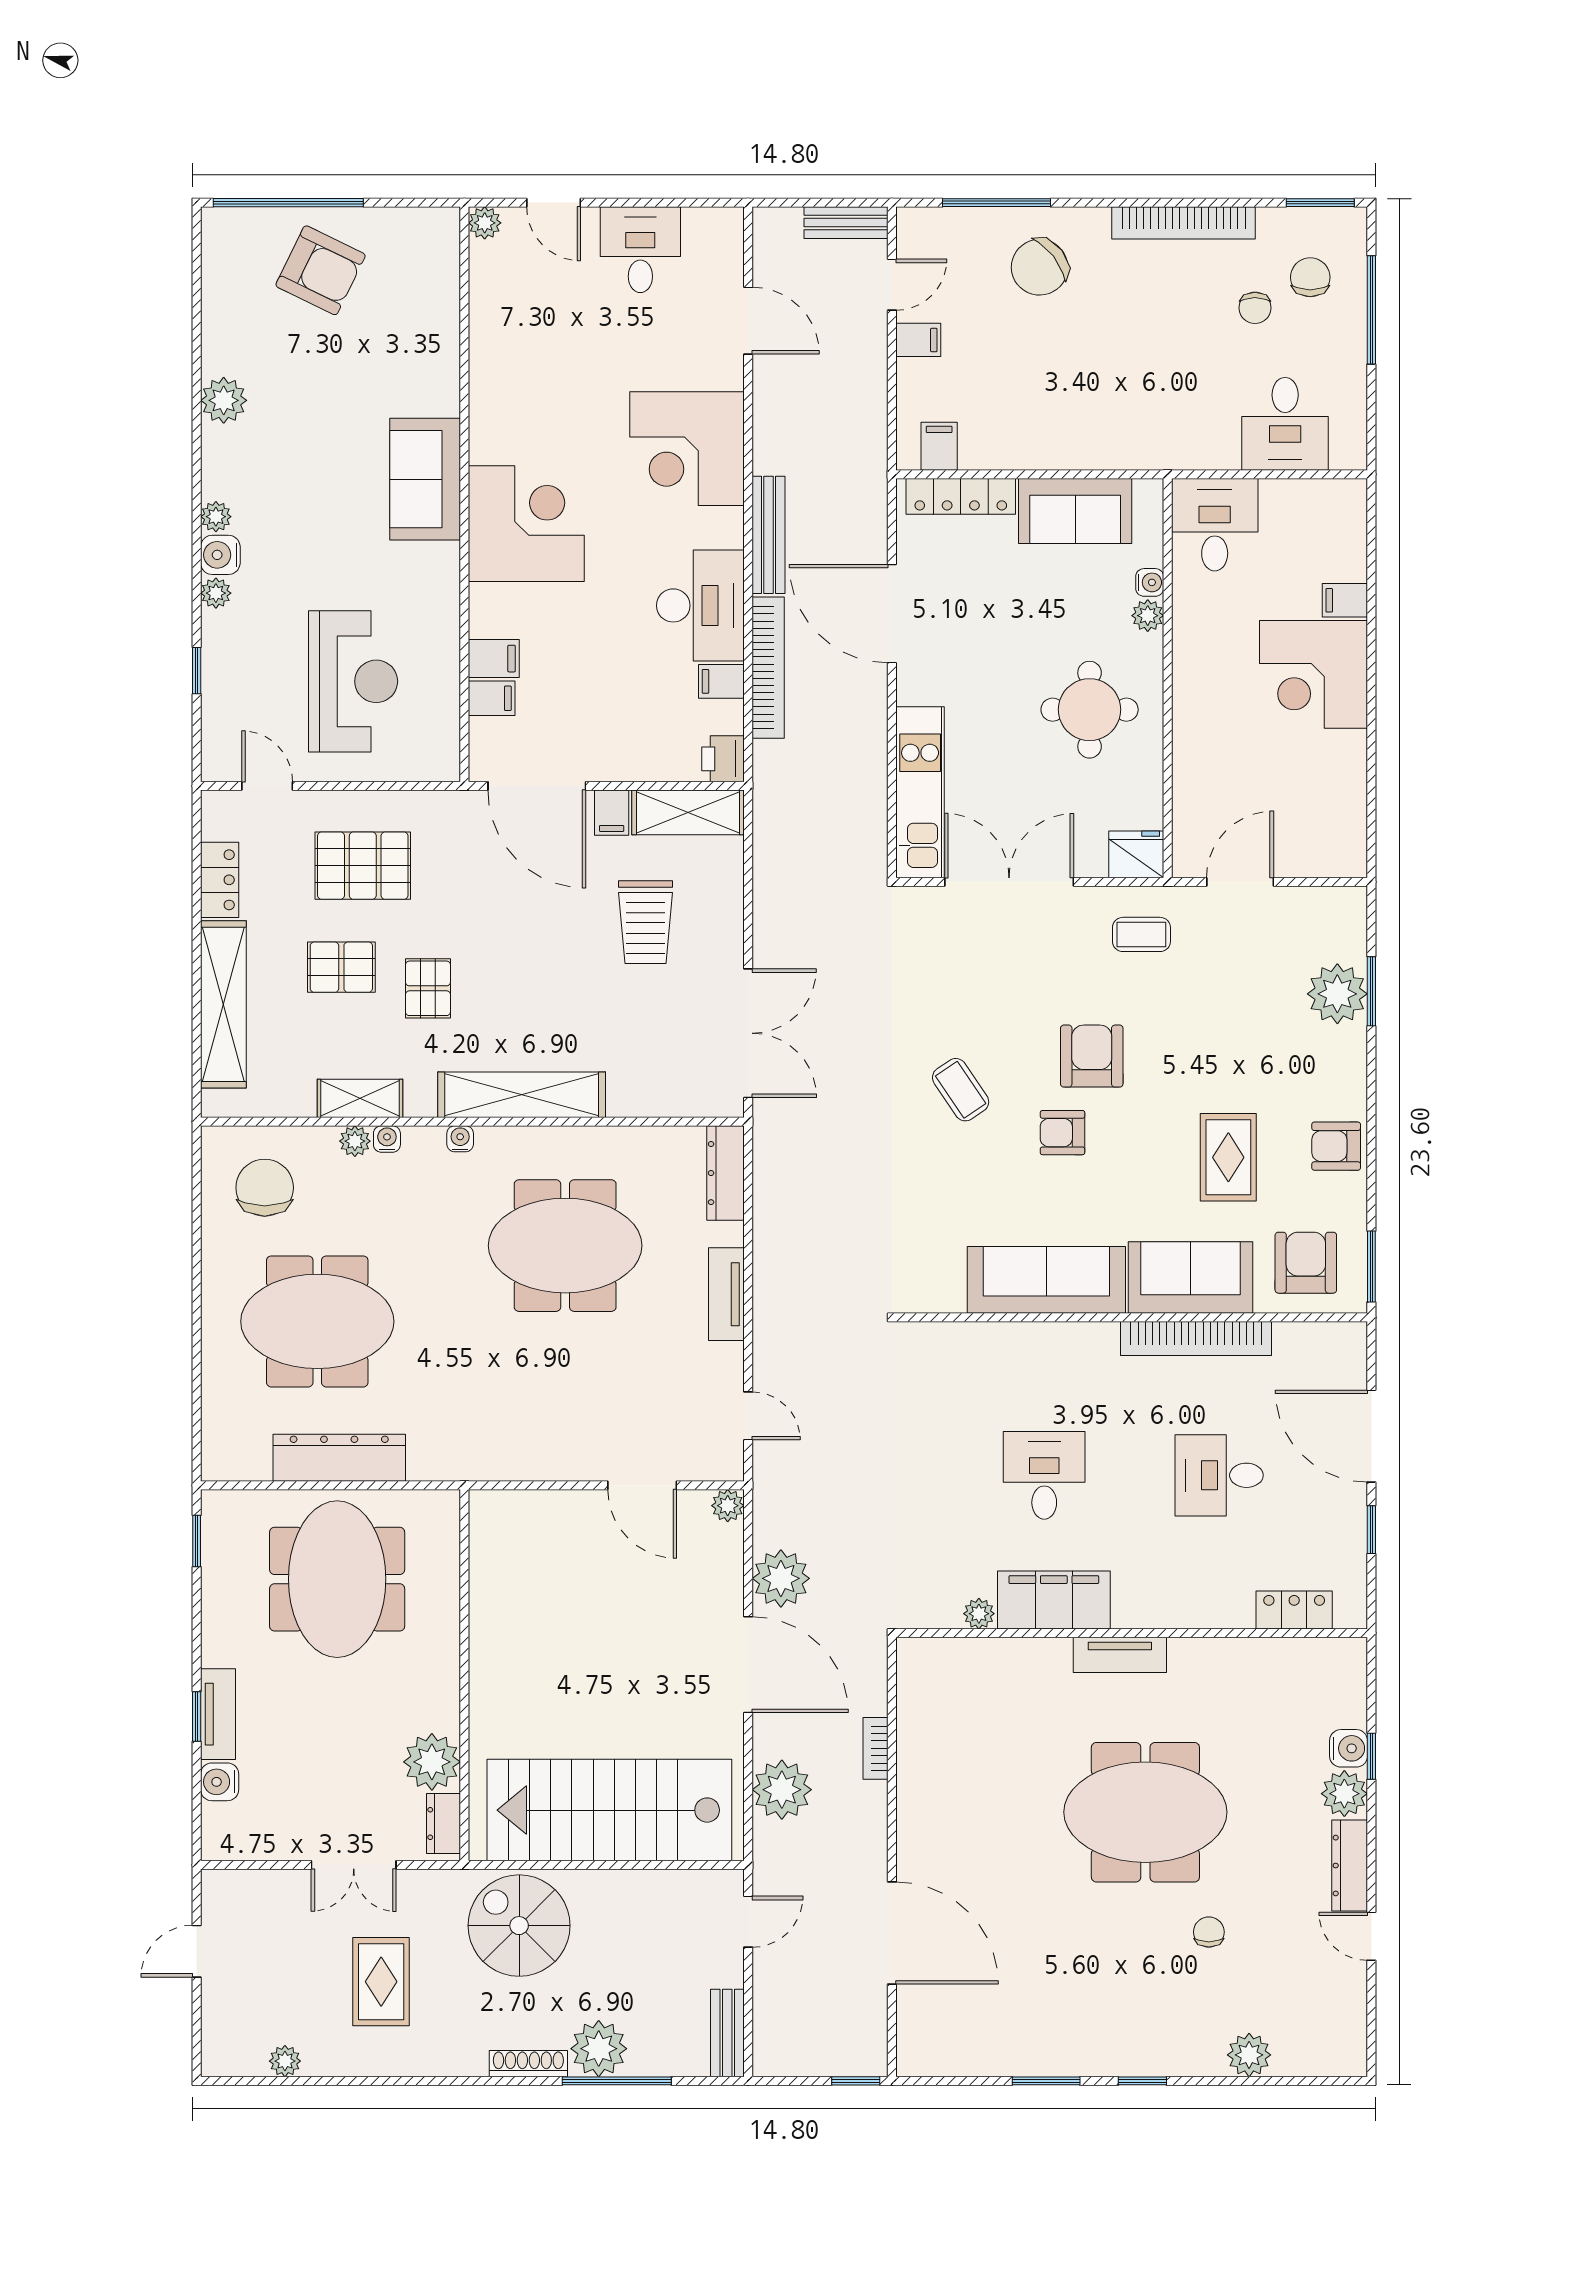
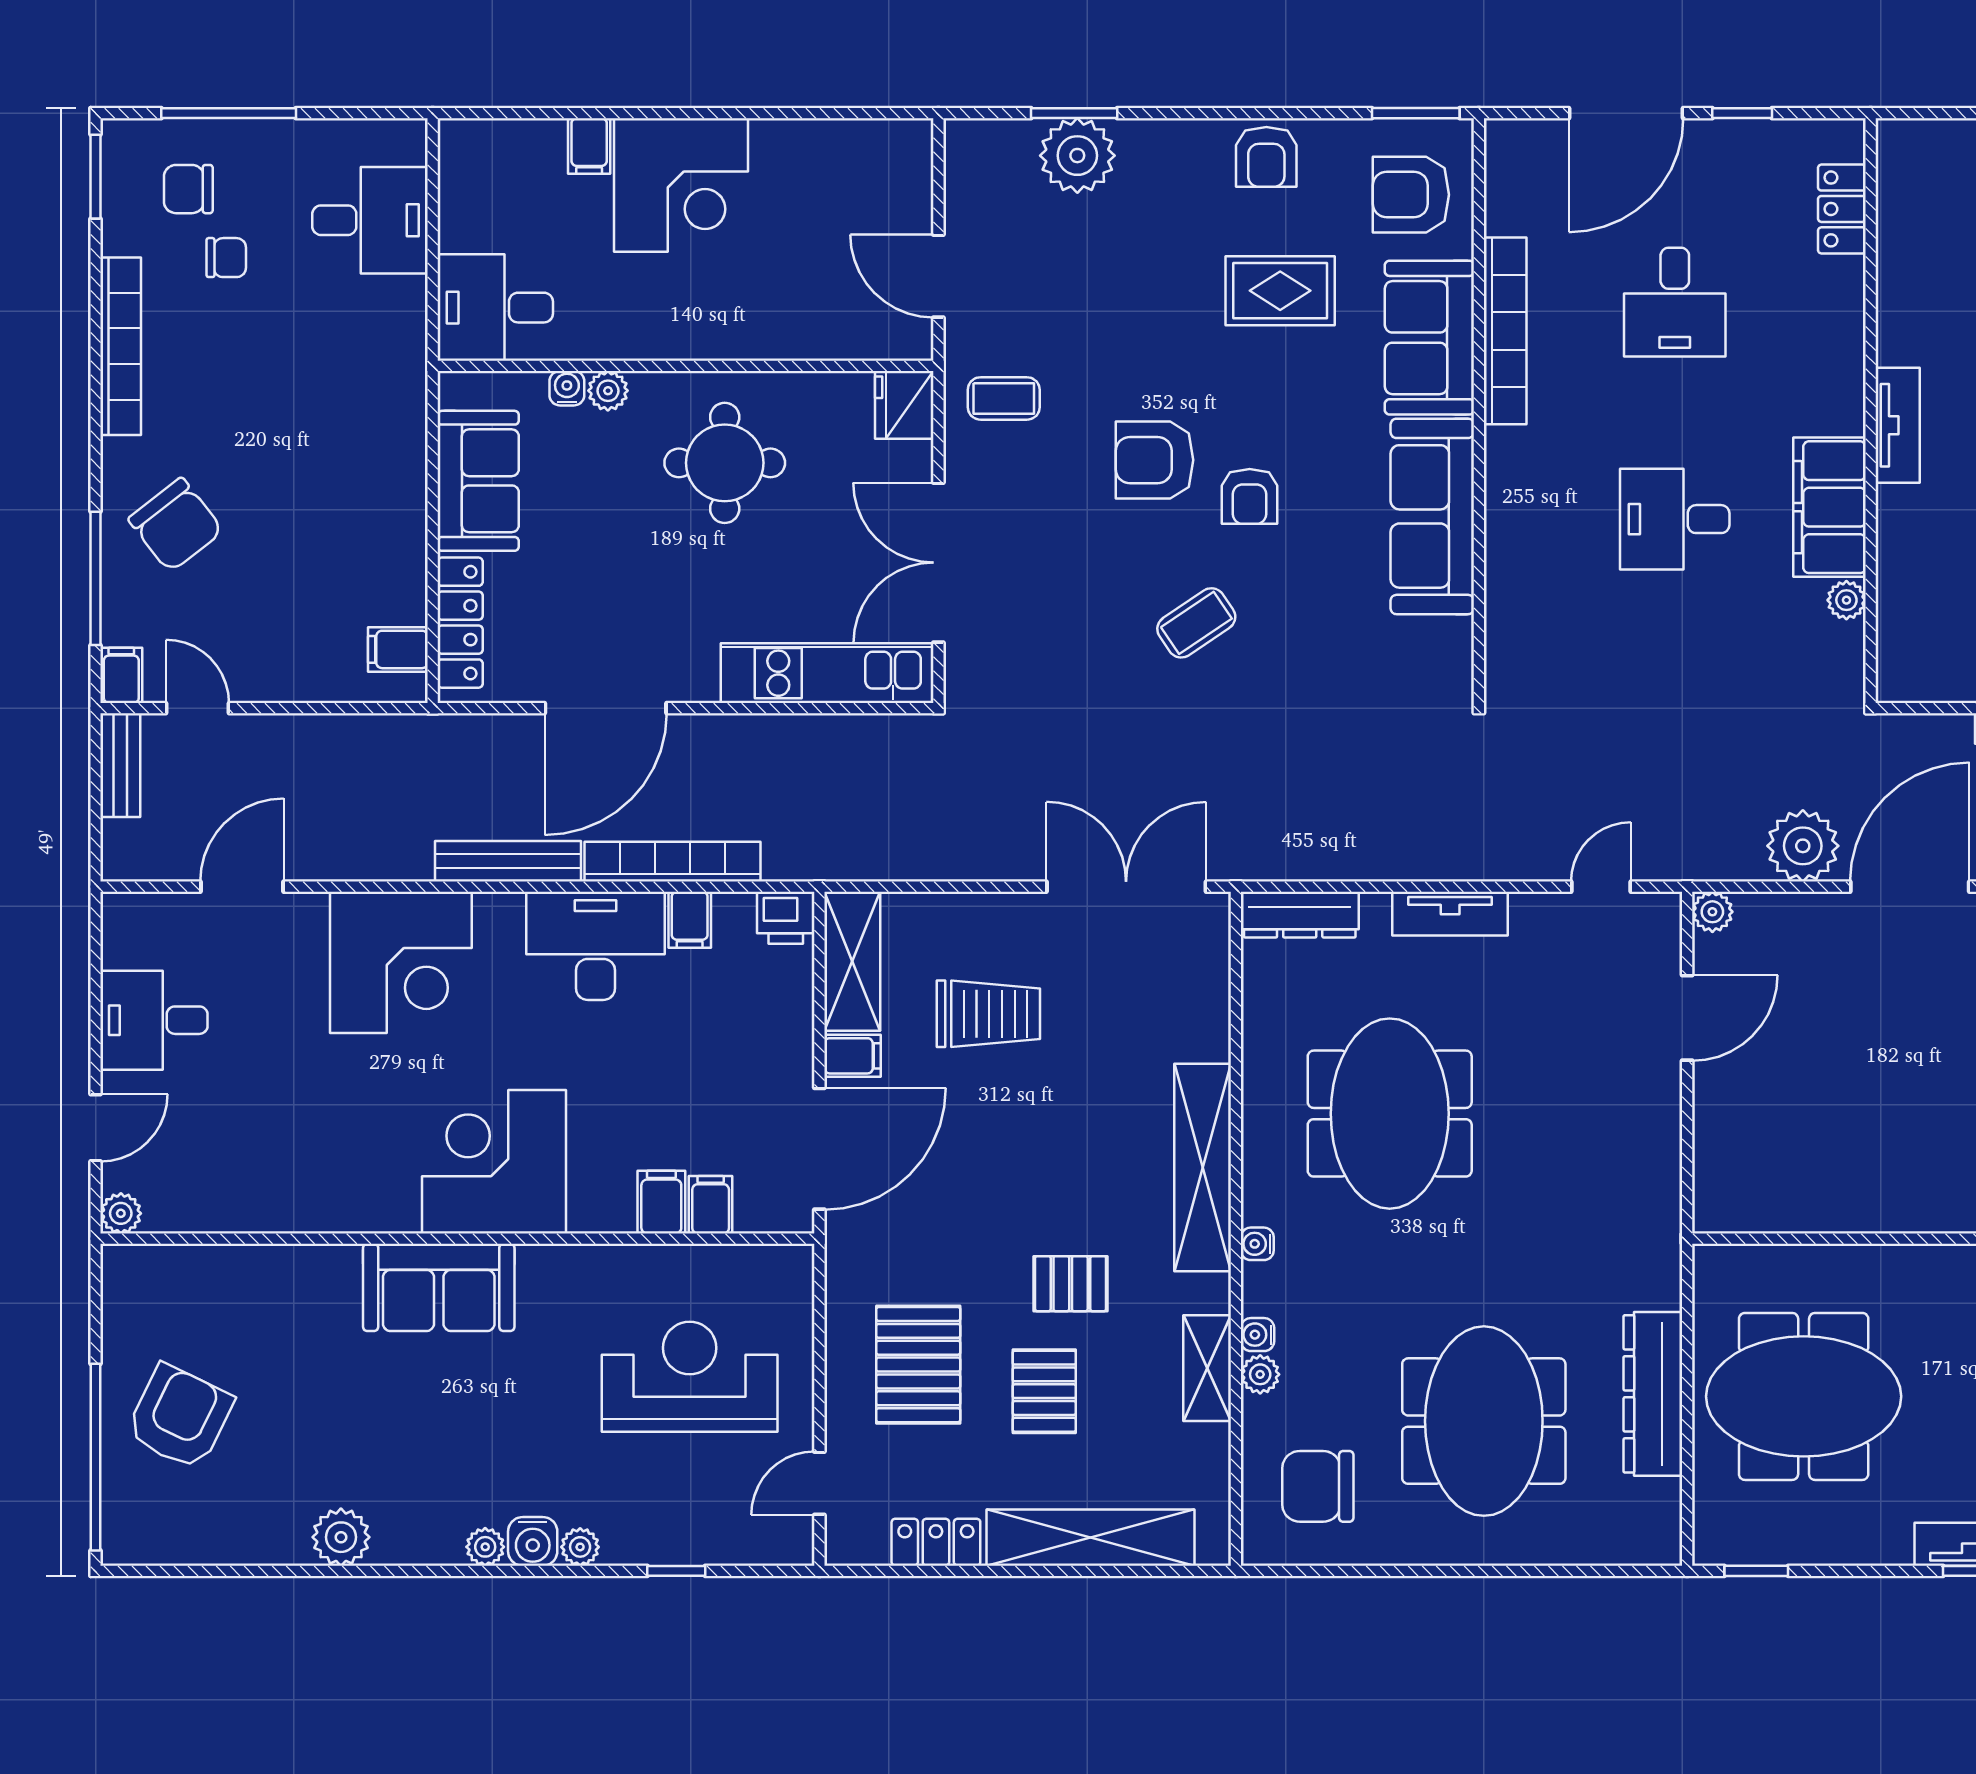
filing cabinet: (918, 340) -> (121, 675), moved
coffee table: (1141, 934) -> (1004, 398), turned 90

